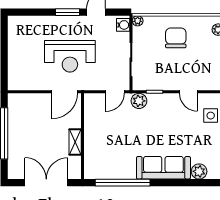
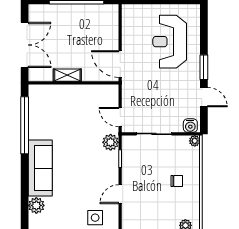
chair: (176, 38) -> (177, 181), width x0.54, depth x0.54
reception desk: (70, 56) -> (170, 42), moved

